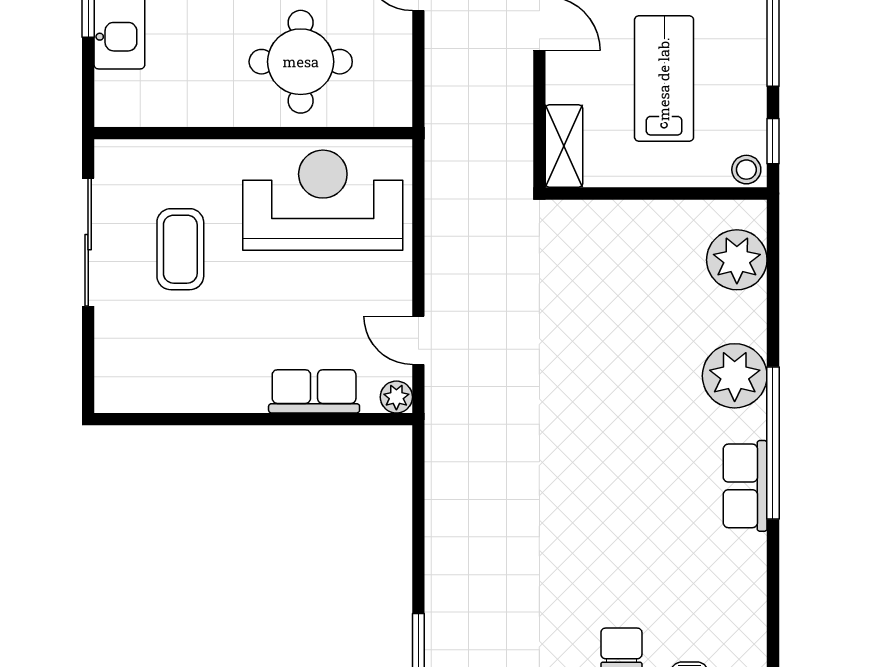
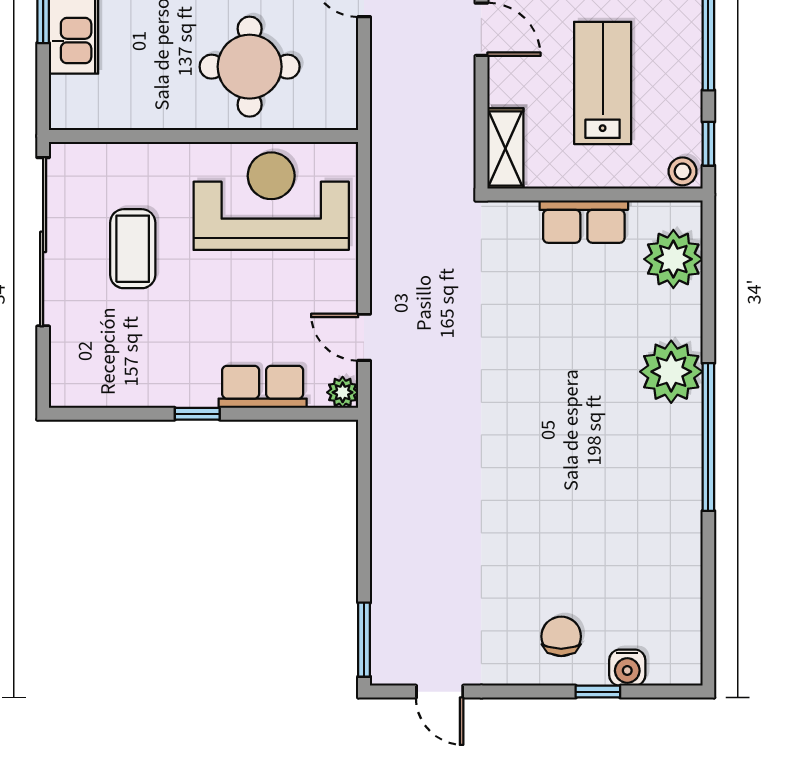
sliding door: (88, 242) -> (43, 242), width x1.36
window: (247, 419) -> (197, 414), added
row of seats: (745, 486) -> (584, 222), moved, turned -90

